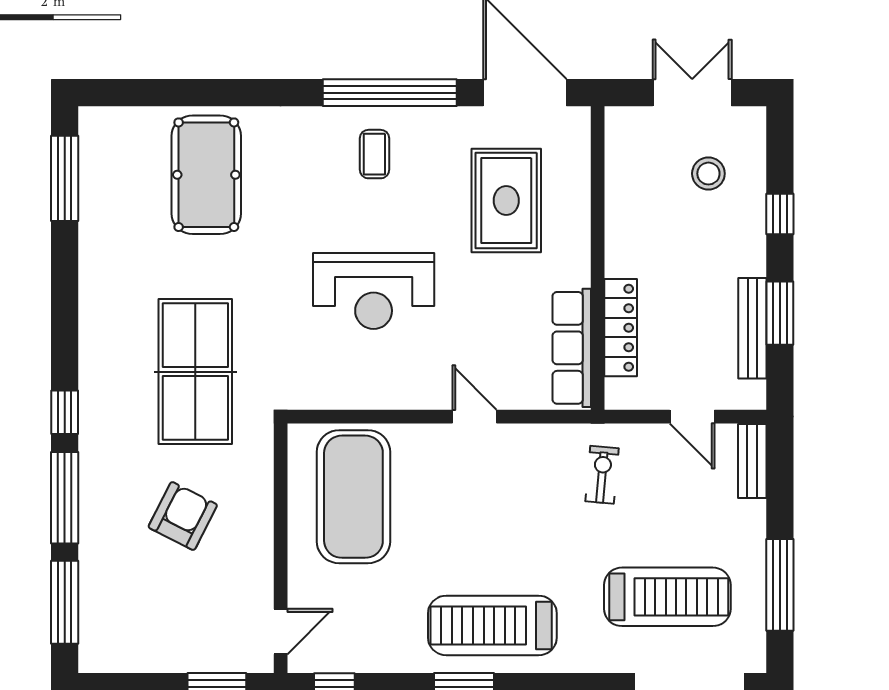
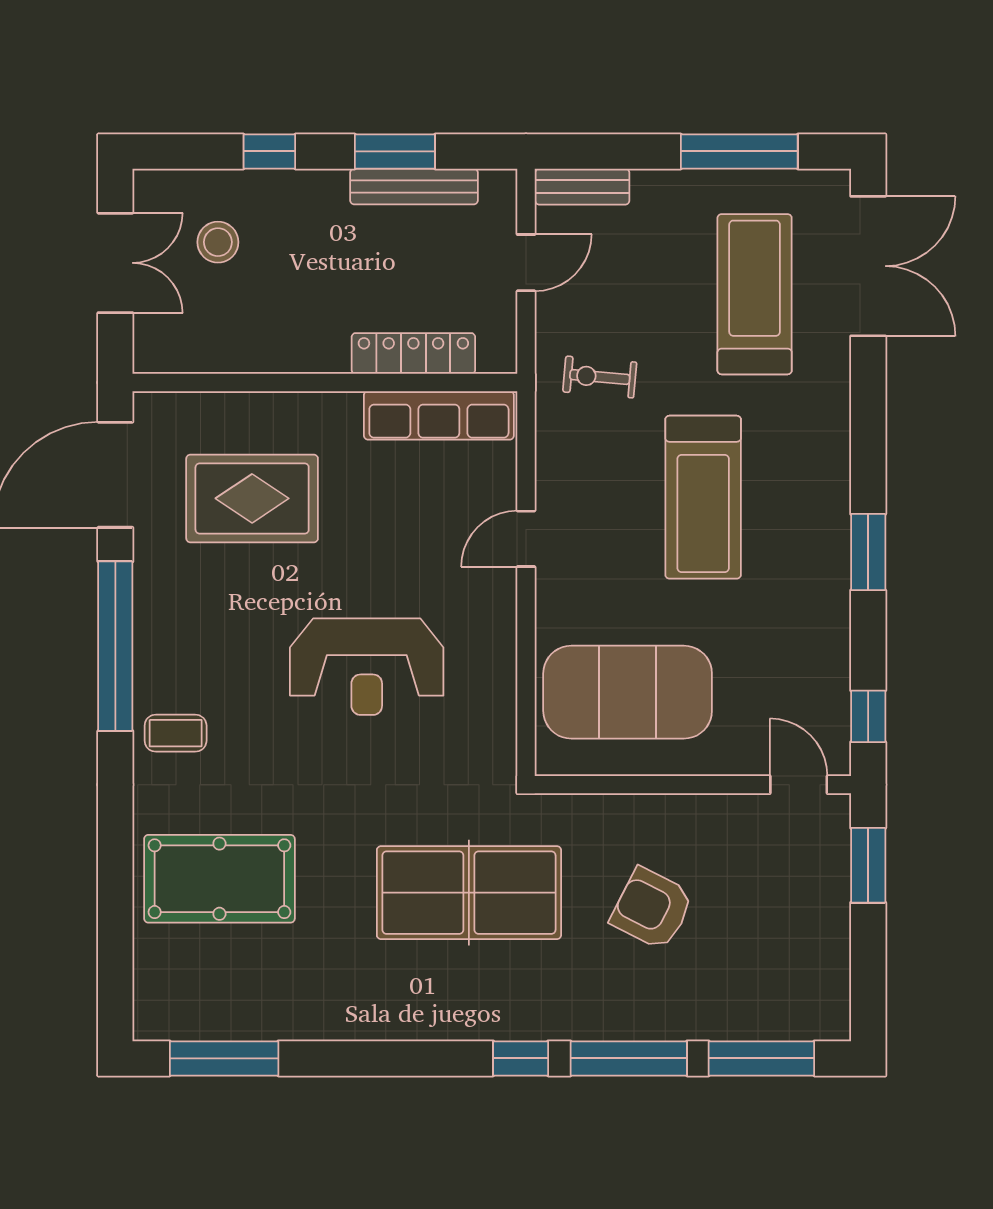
double door: (692, 93) -> (115, 263), swing flipped
coffee table: (374, 154) -> (176, 733), moved
reception desk: (374, 291) -> (367, 667), turned 90
treadmill: (492, 625) -> (703, 497), moved

